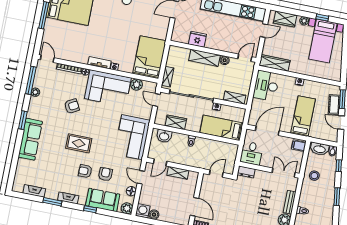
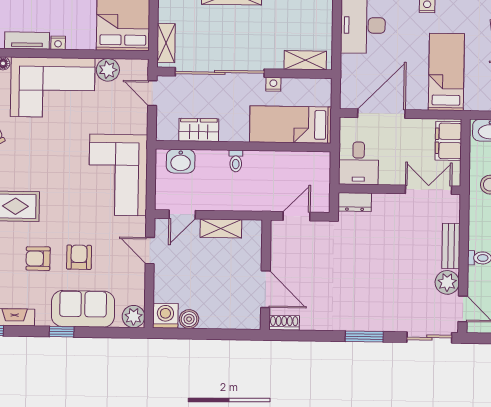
filing cabinet: (299, 146) -> (448, 141), width x2.00
floor lamp: (131, 191) -> (136, 281), removed

